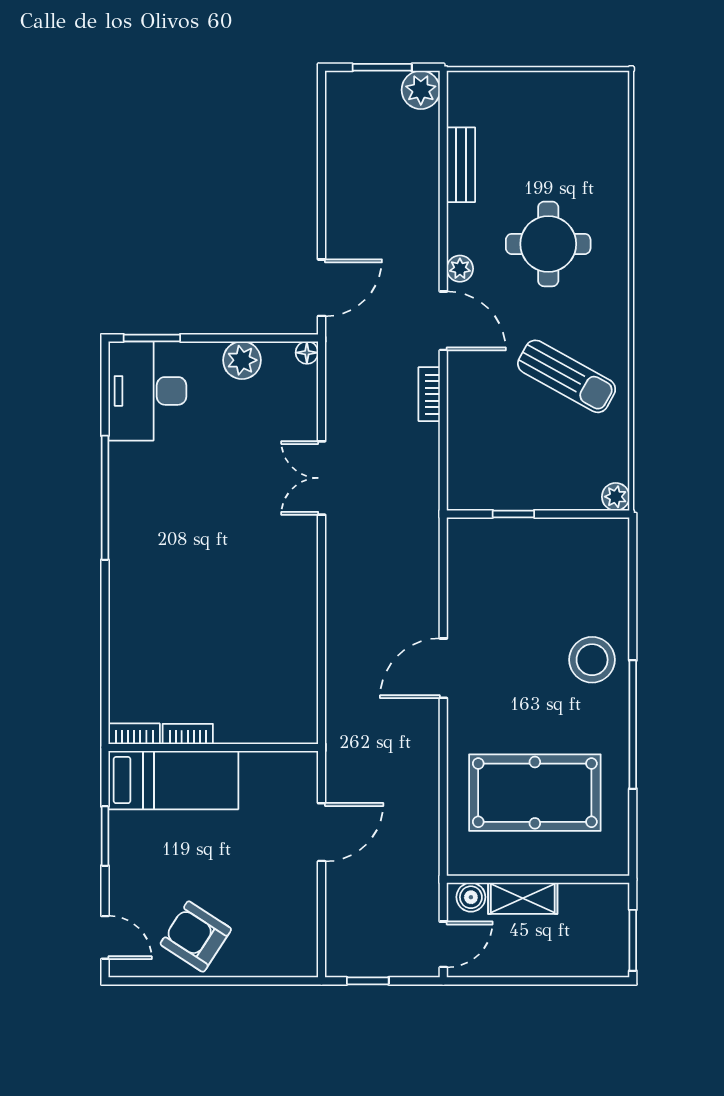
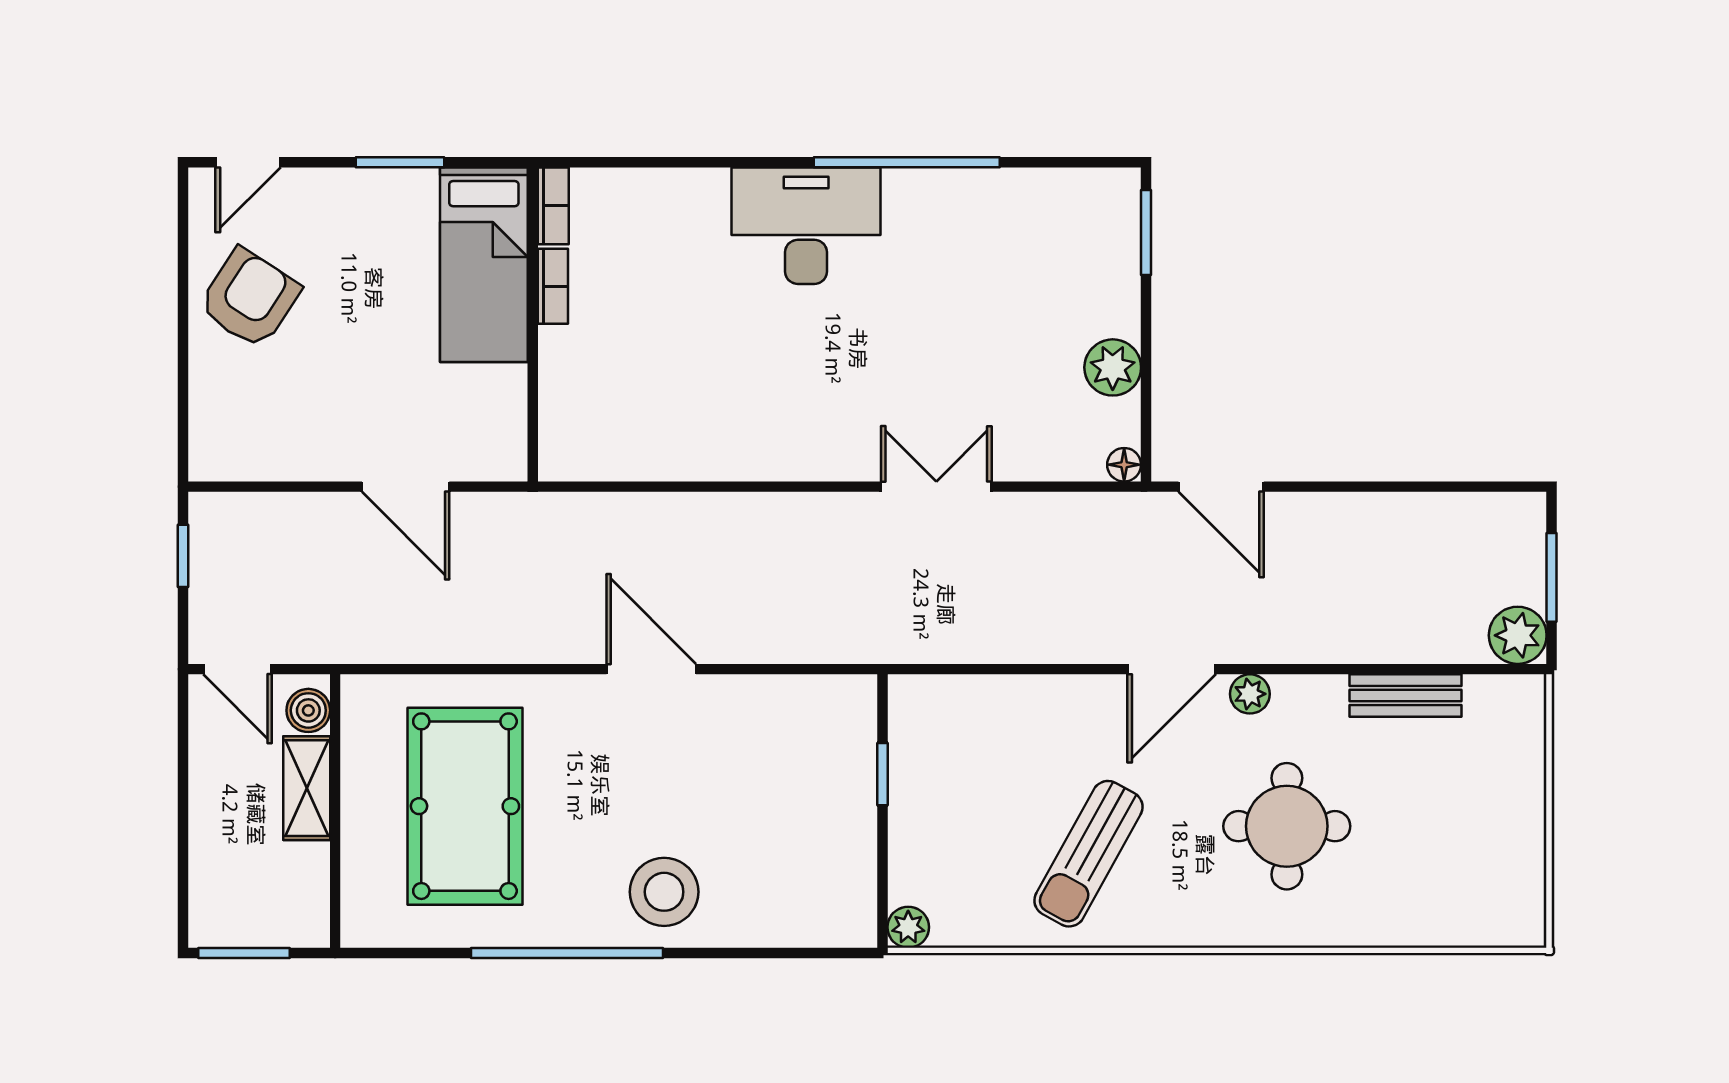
desk: (147, 391) -> (806, 226), moved
bookcase: (429, 394) -> (1062, 648), removed

